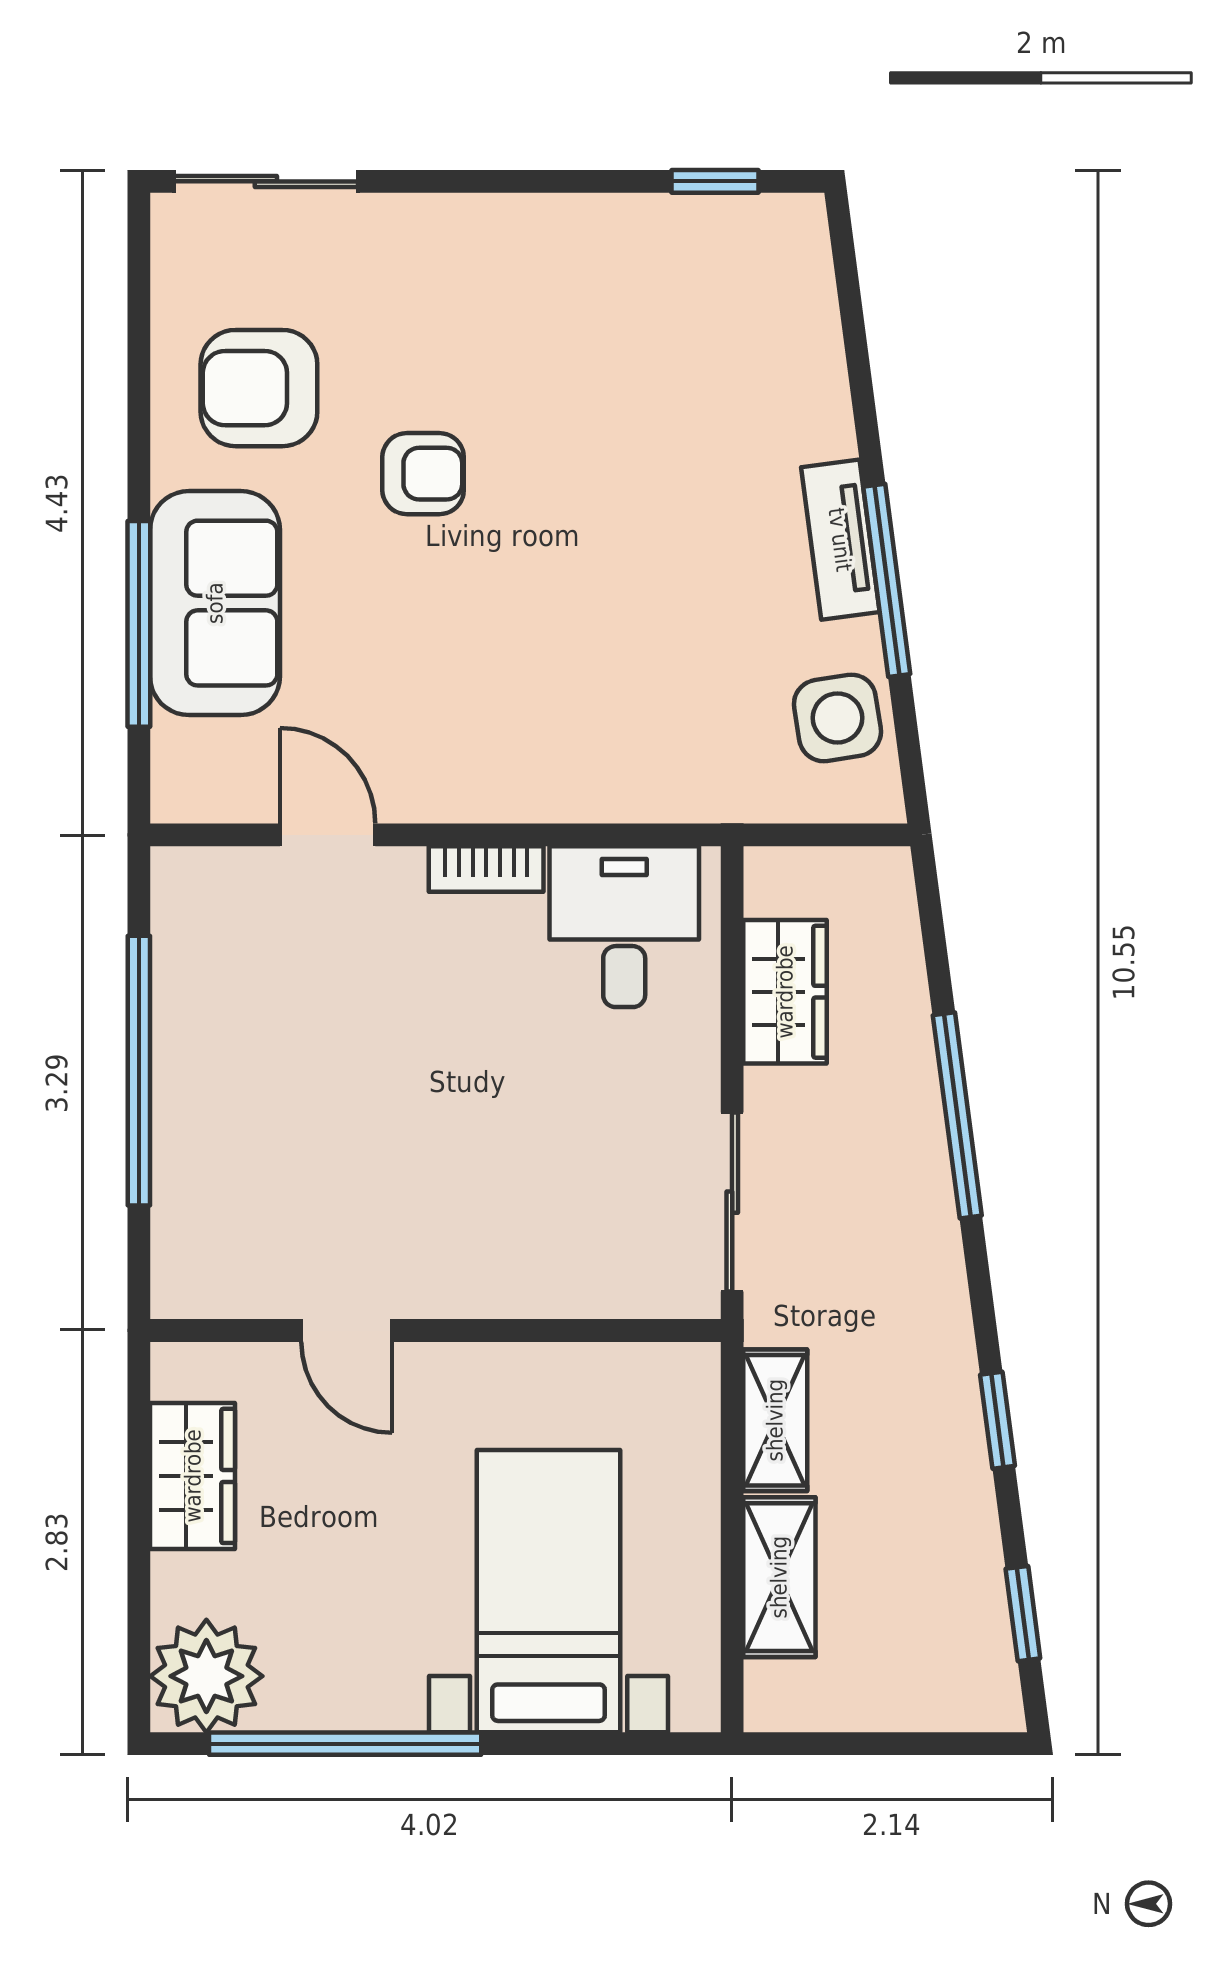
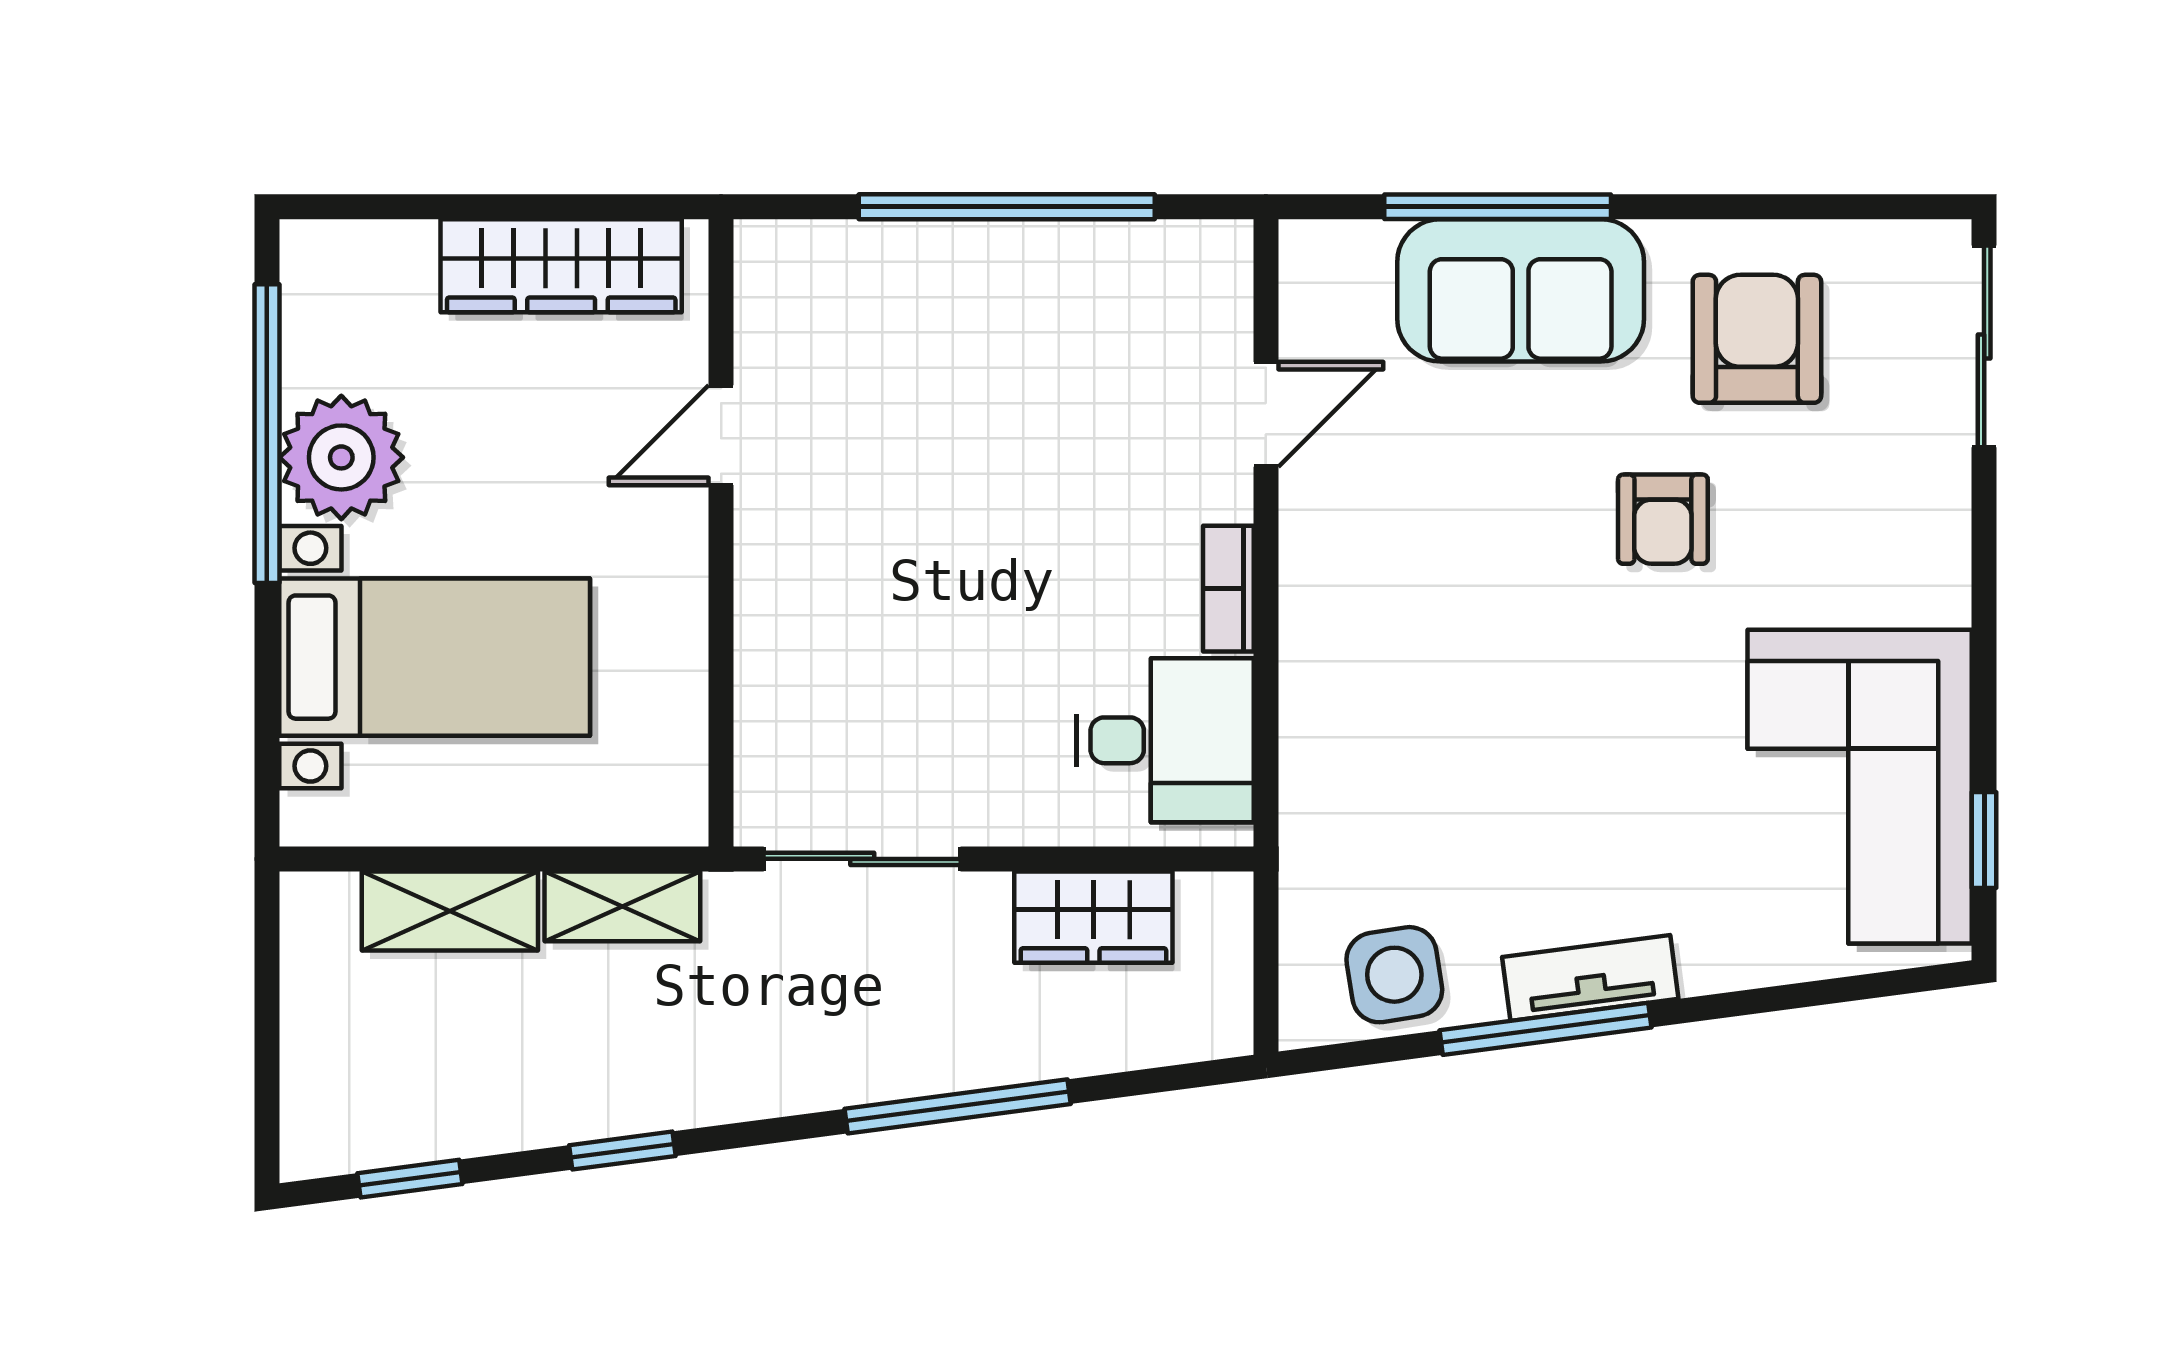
corner sofa: (666, 295) -> (1860, 787), added
wardrobe: (193, 1476) -> (561, 266), width x1.50
plant: (206, 1676) -> (341, 457), moved

